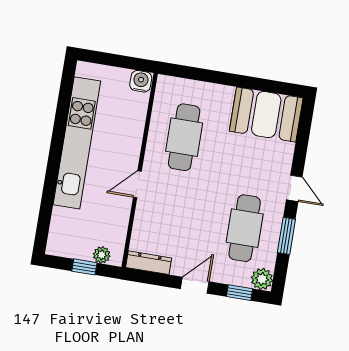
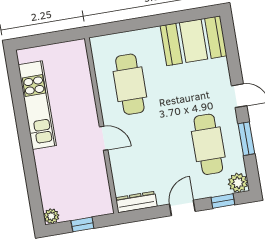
water cooler: (141, 81) -> (76, 49), removed
kitchen unit: (77, 143) -> (37, 105), width x0.73
door: (137, 184) -> (104, 138), swing flipped
plant: (102, 255) -> (51, 216), moved

